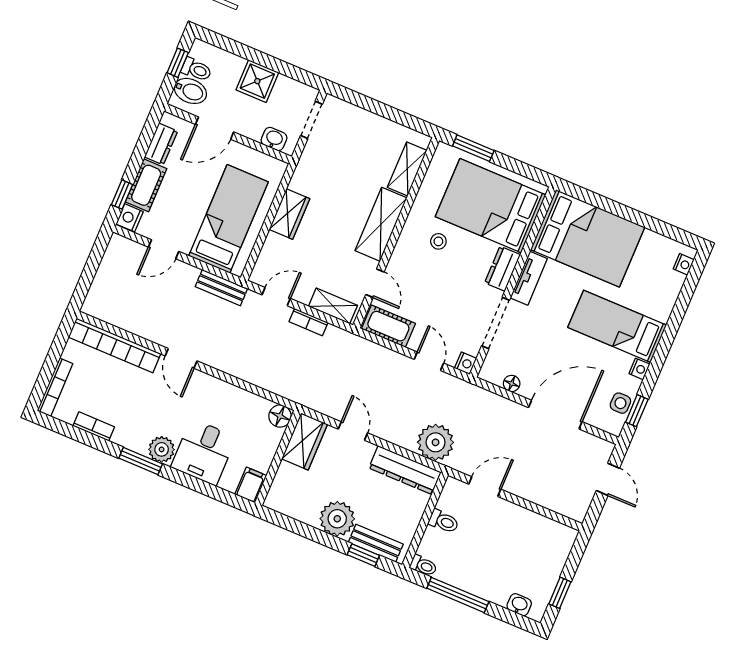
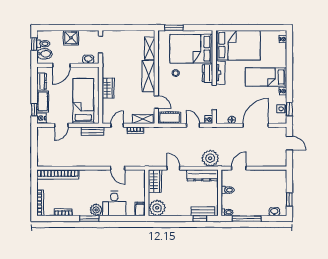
door: (181, 358) -> (118, 168), moved
floor lamp: (280, 416) -> (140, 175), removed
plant: (337, 519) -> (157, 208), moved

